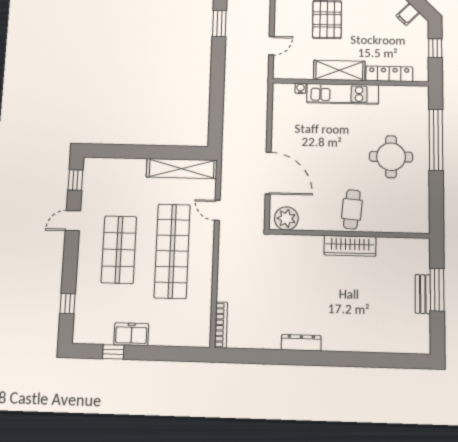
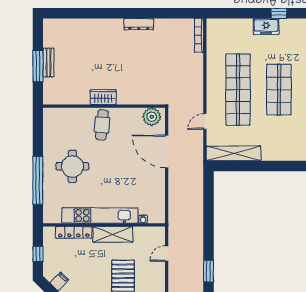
kitchen unit: (343, 94) -> (100, 216), width x1.36
door: (217, 210) -> (205, 122), swing flipped
wardrobe: (350, 246) -> (103, 97), width x0.67

